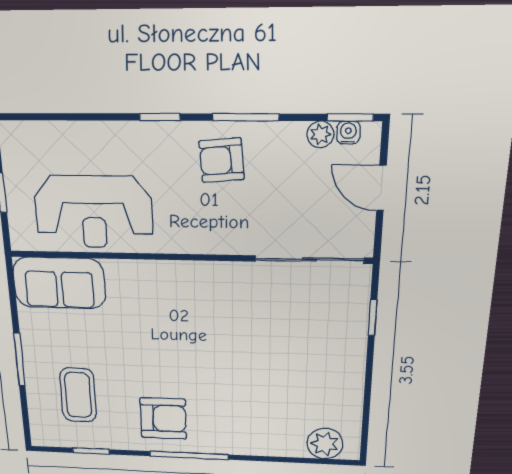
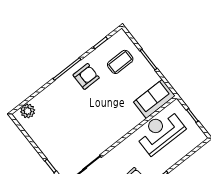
coffee table: (78, 395) -> (120, 62), turned 90
armchair: (163, 418) -> (86, 76), turned 180

